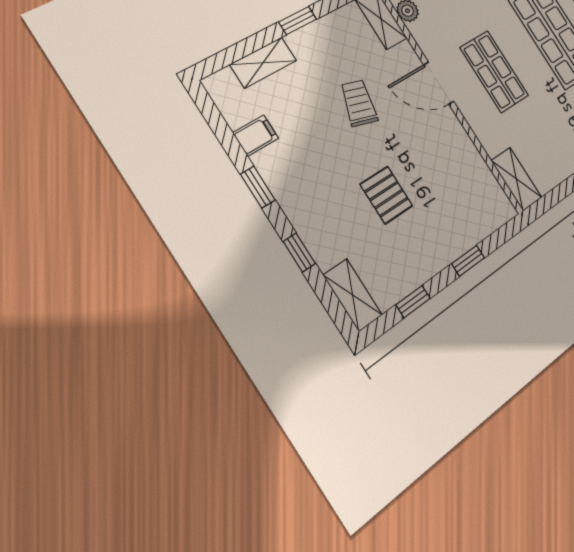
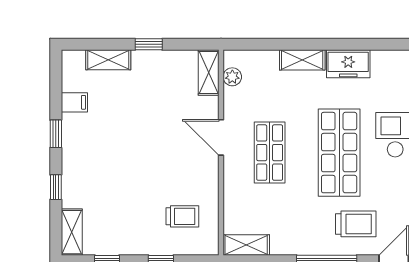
trolley: (359, 103) -> (182, 216), moved, turned 74
shelving: (516, 179) -> (246, 245), moved, turned 90
pallet: (386, 195) -> (134, 187), removed

